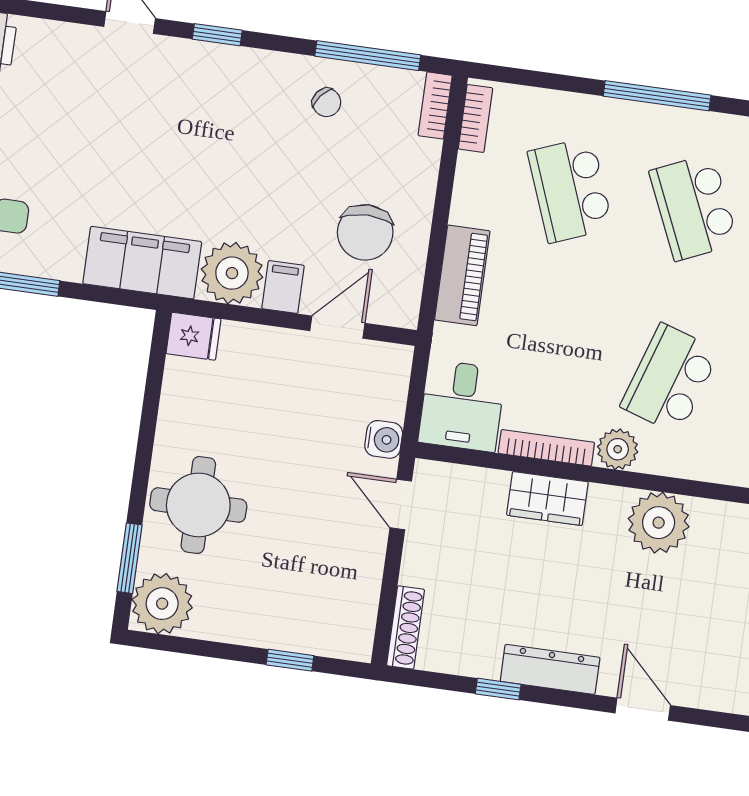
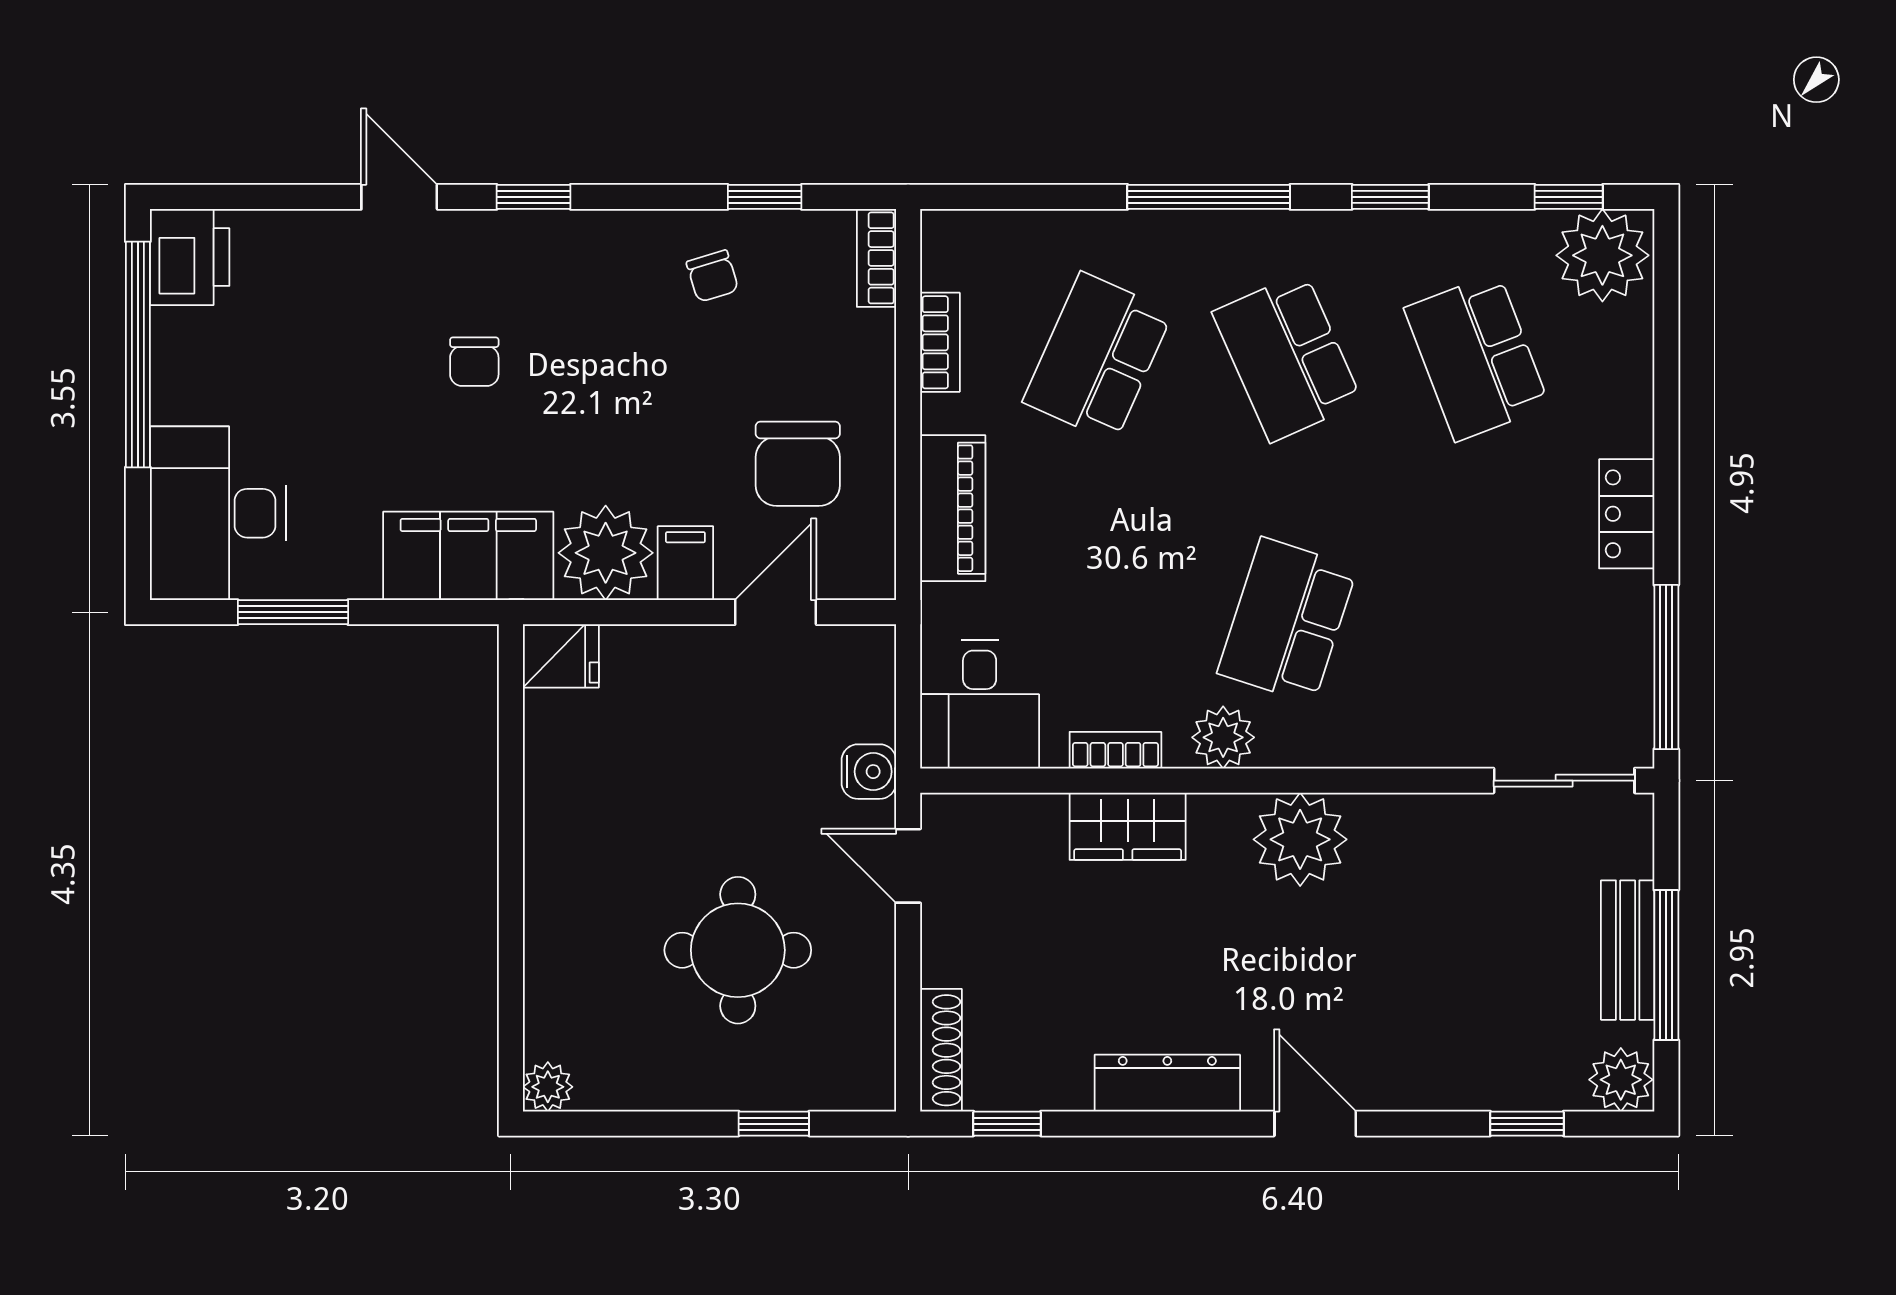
window: (368, 56) -> (765, 197), width x0.46
chair: (327, 102) -> (712, 276), turned 34
bookcase: (475, 118) -> (940, 342), moved
chair: (164, 137) -> (474, 362), added
school desk: (570, 190) -> (1098, 357), turned 45
bookcase: (546, 448) -> (1115, 750), width x0.64
round table: (198, 505) -> (738, 950), moved
window: (130, 558) -> (511, 1003), removed
plant: (162, 604) -> (548, 1087), width x0.53, depth x0.53
window: (498, 689) -> (1007, 1124), moved

